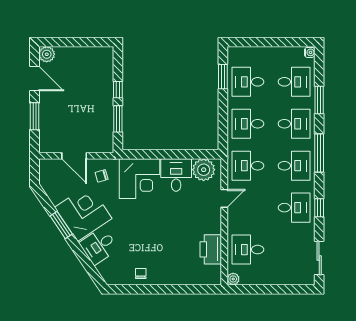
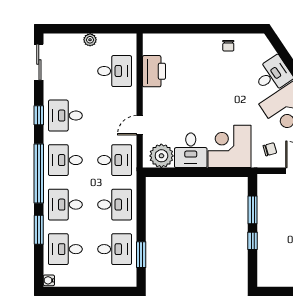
window: (319, 153) -> (39, 174), width x1.46
plant: (233, 279) -> (90, 40), moved

